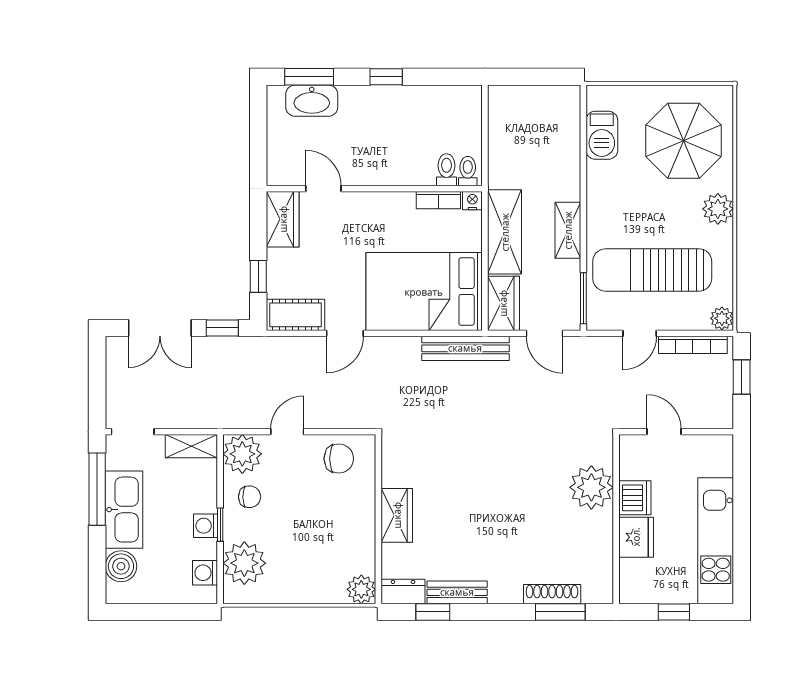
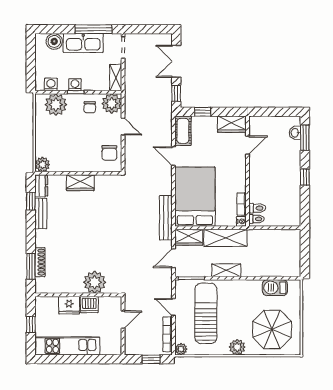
washbasin: (312, 101) -> (295, 133), width x0.52, depth x0.69

